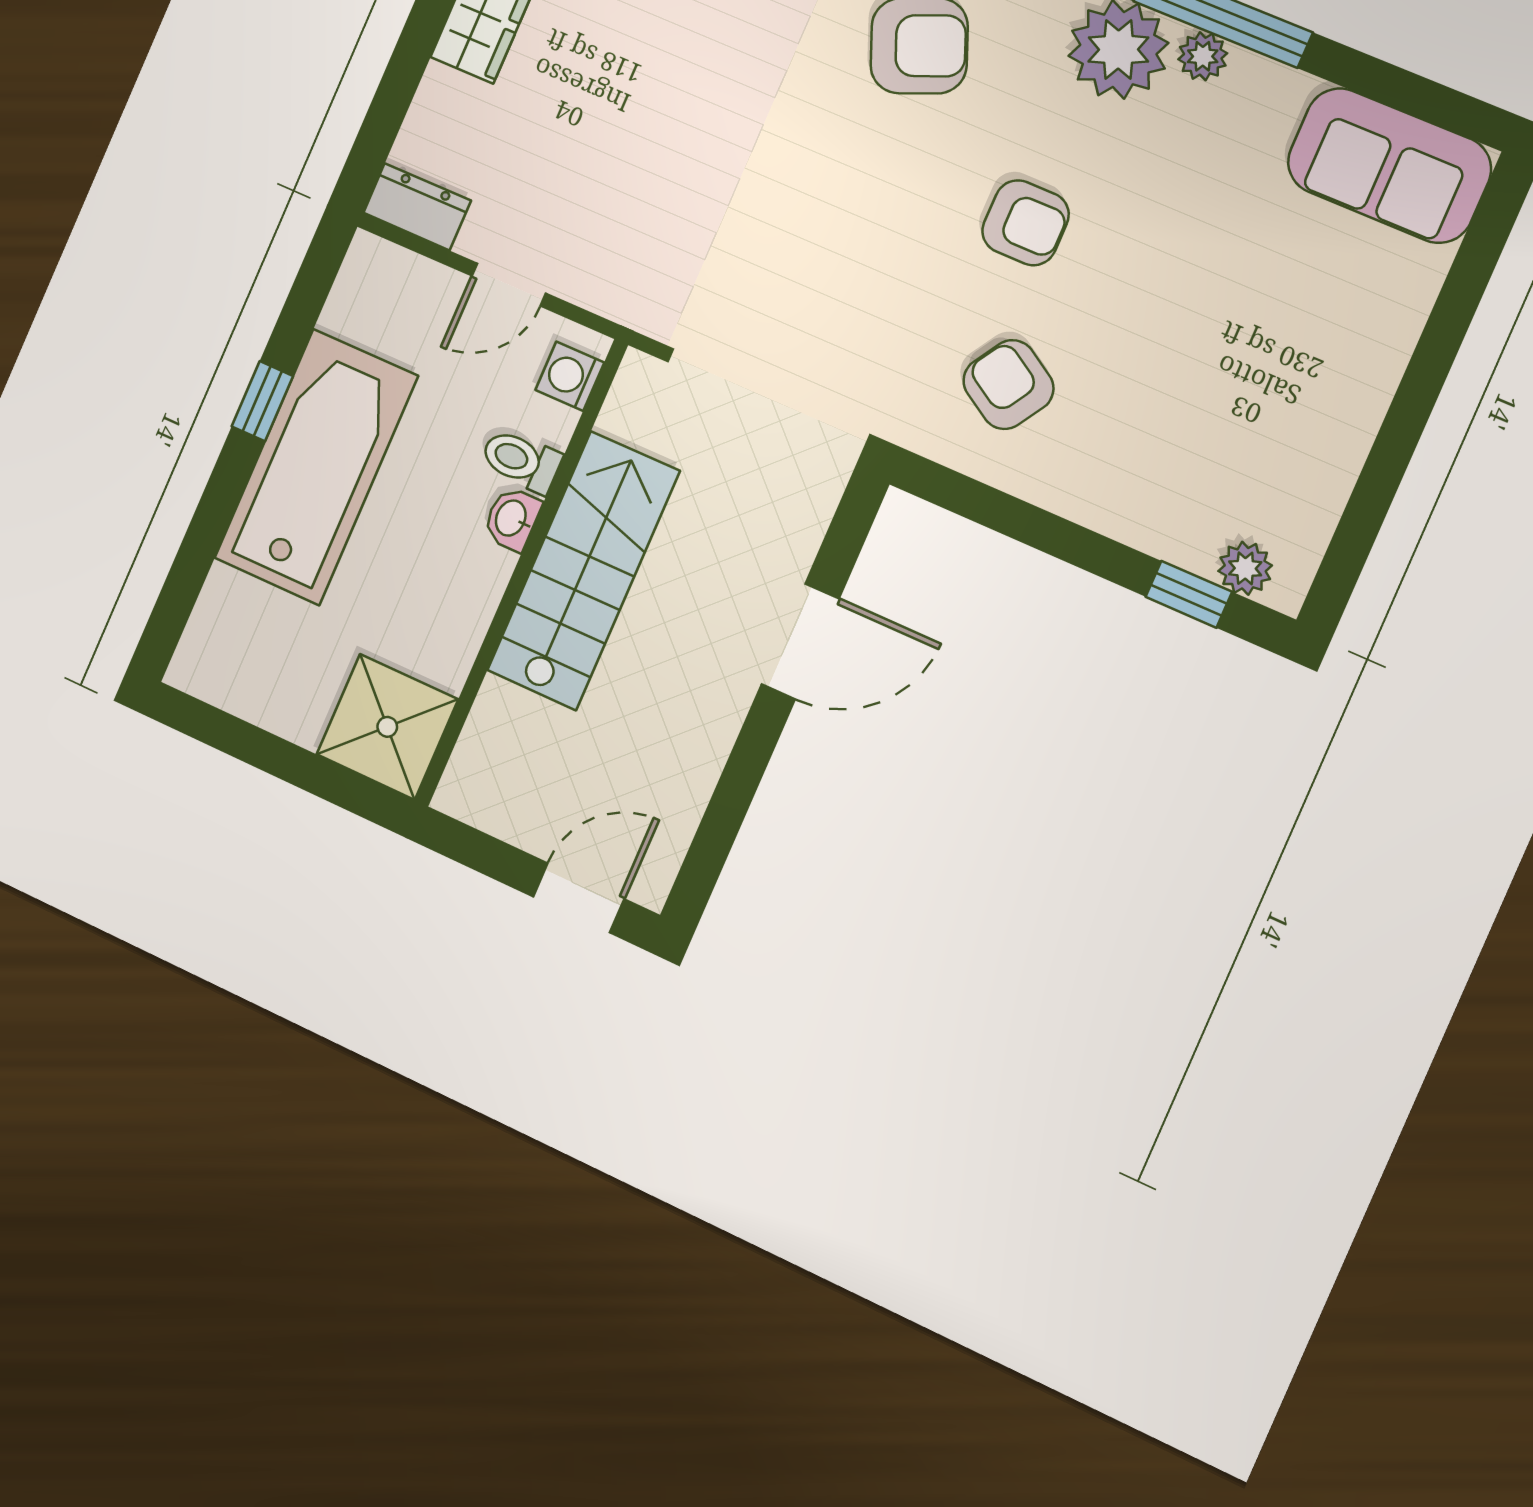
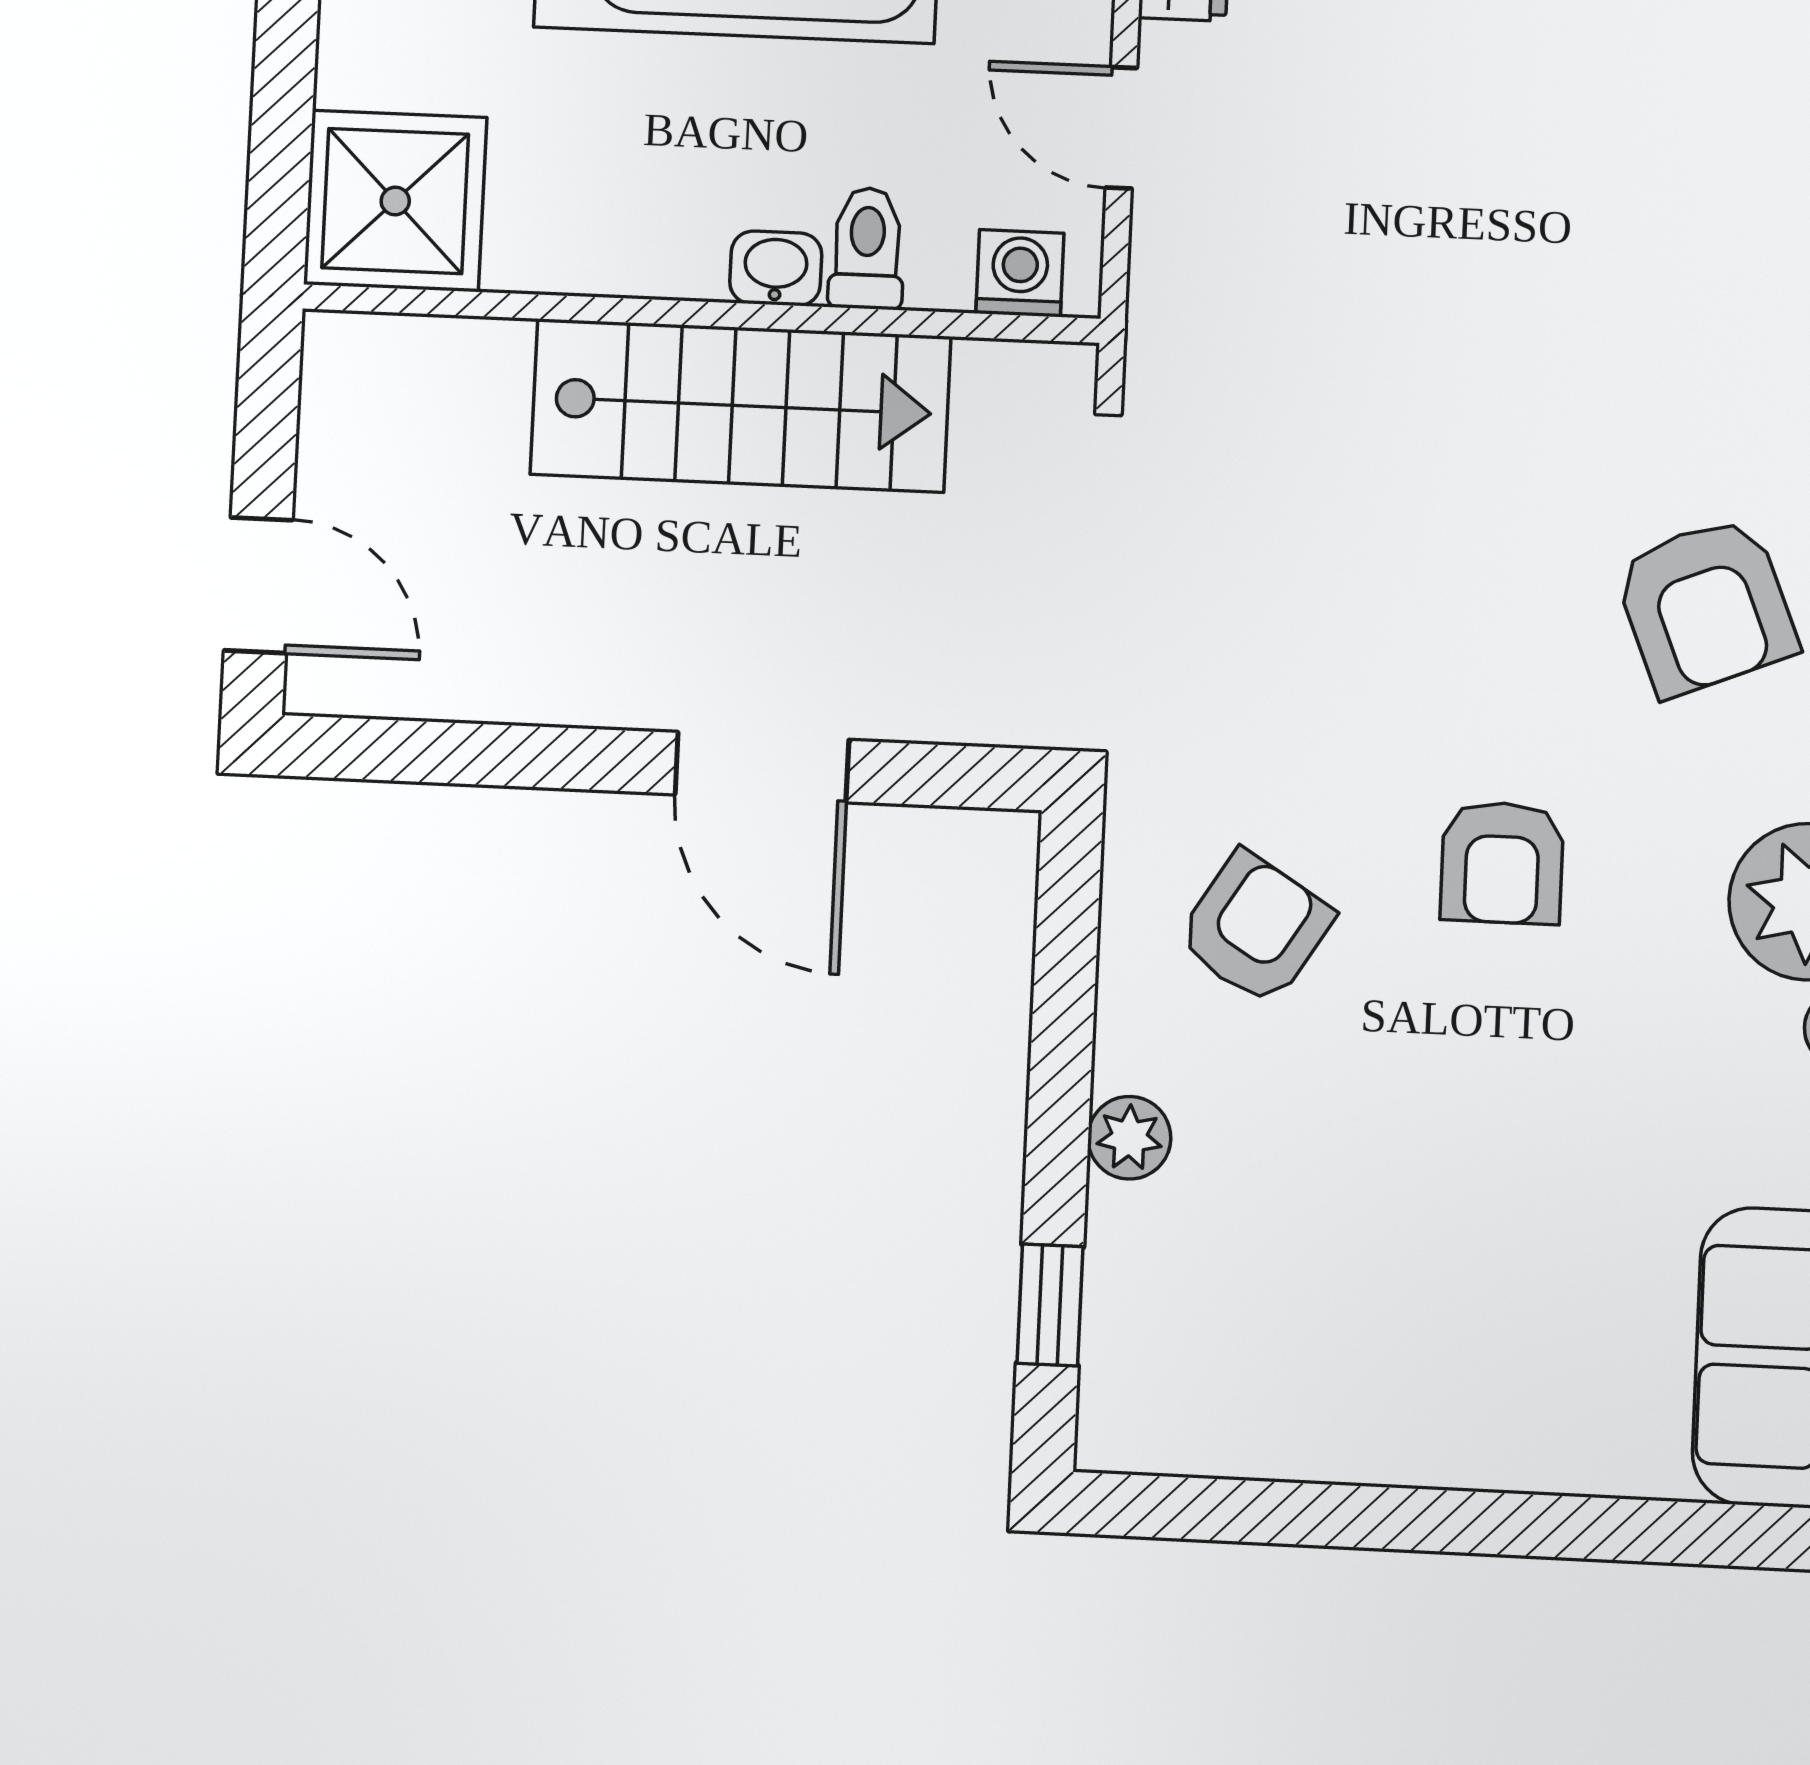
plant: (1245, 568) -> (1129, 1138), moved

